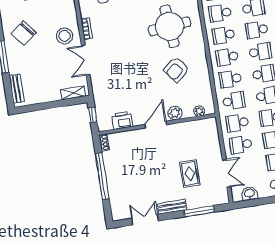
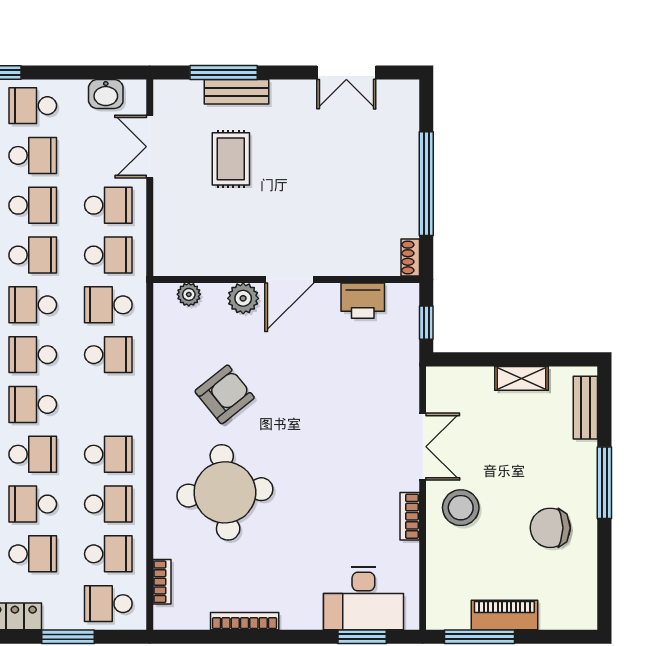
chair: (24, 33) -> (550, 528), turned -141
school desk: (227, 57) -> (108, 404), removed
shelving: (73, 93) -> (521, 378), moved
bench: (172, 207) -> (237, 92), moved

